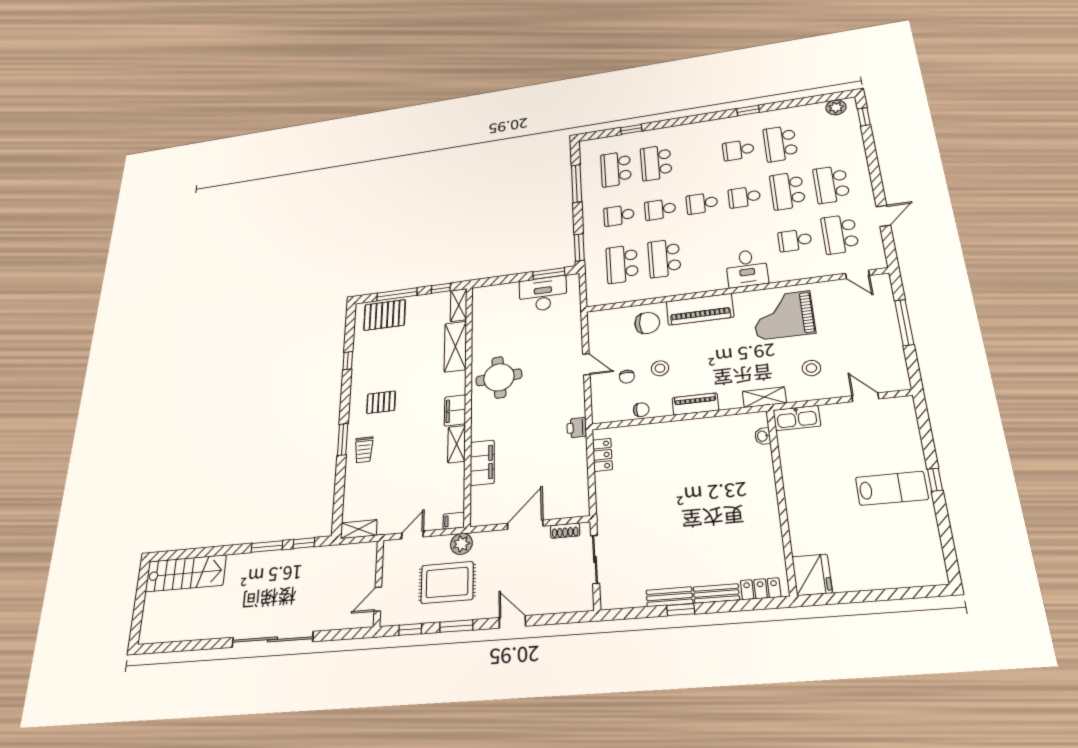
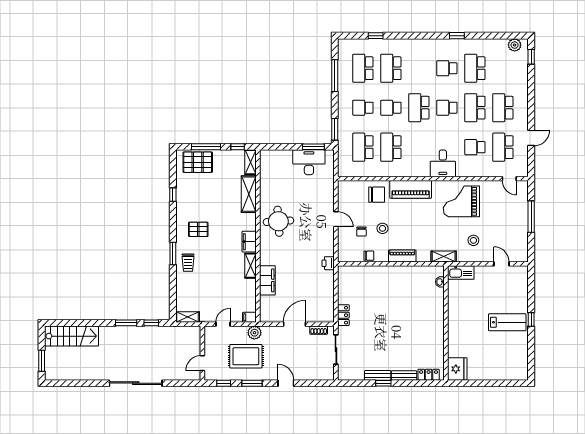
school desk: (702, 203) -> (419, 108), width x1.85
locker: (602, 455) -> (343, 315), moved
window: (138, 615) -> (42, 361), added

